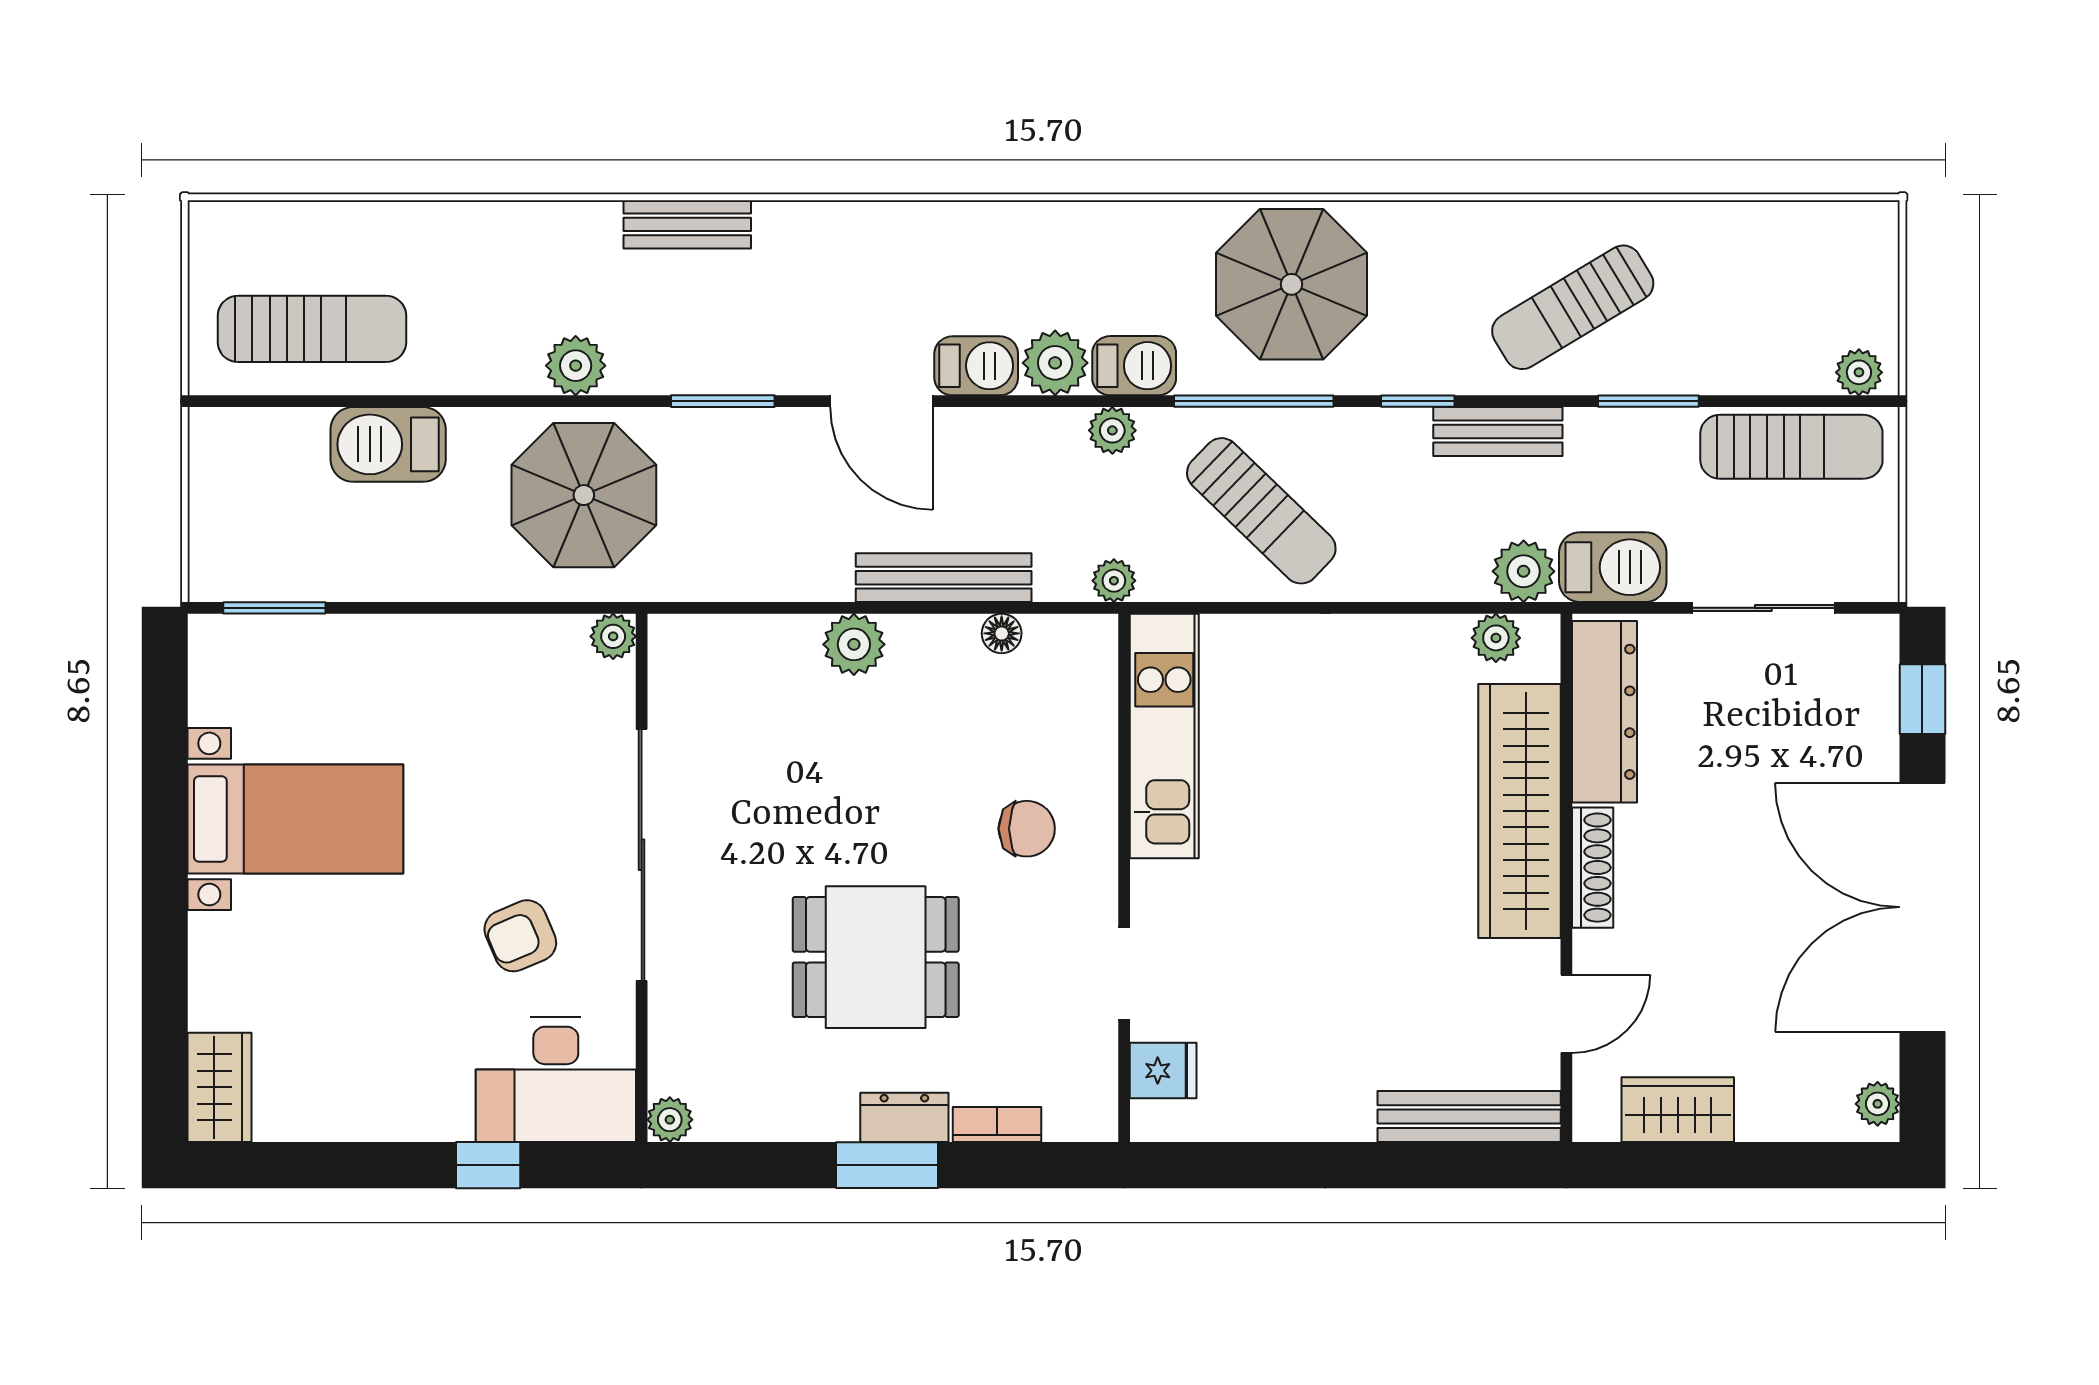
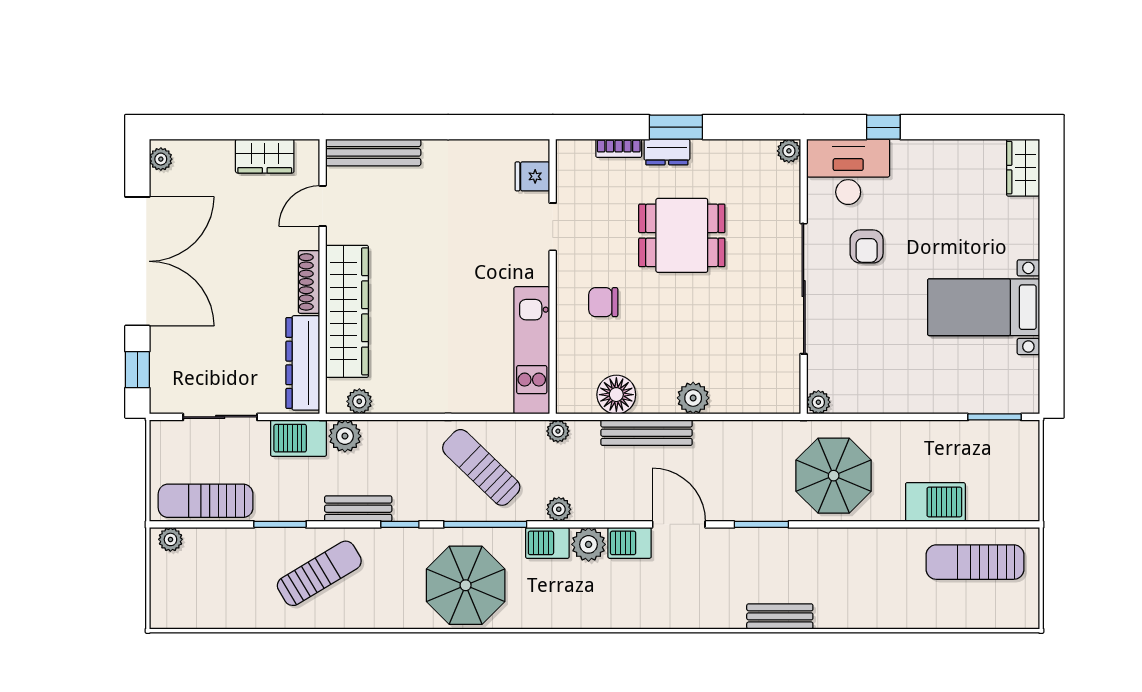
plant: (576, 366) -> (838, 543), removed
floor lamp: (1002, 633) -> (616, 395), width x1.89, depth x1.89
armchair: (520, 936) -> (867, 246), turned 113

